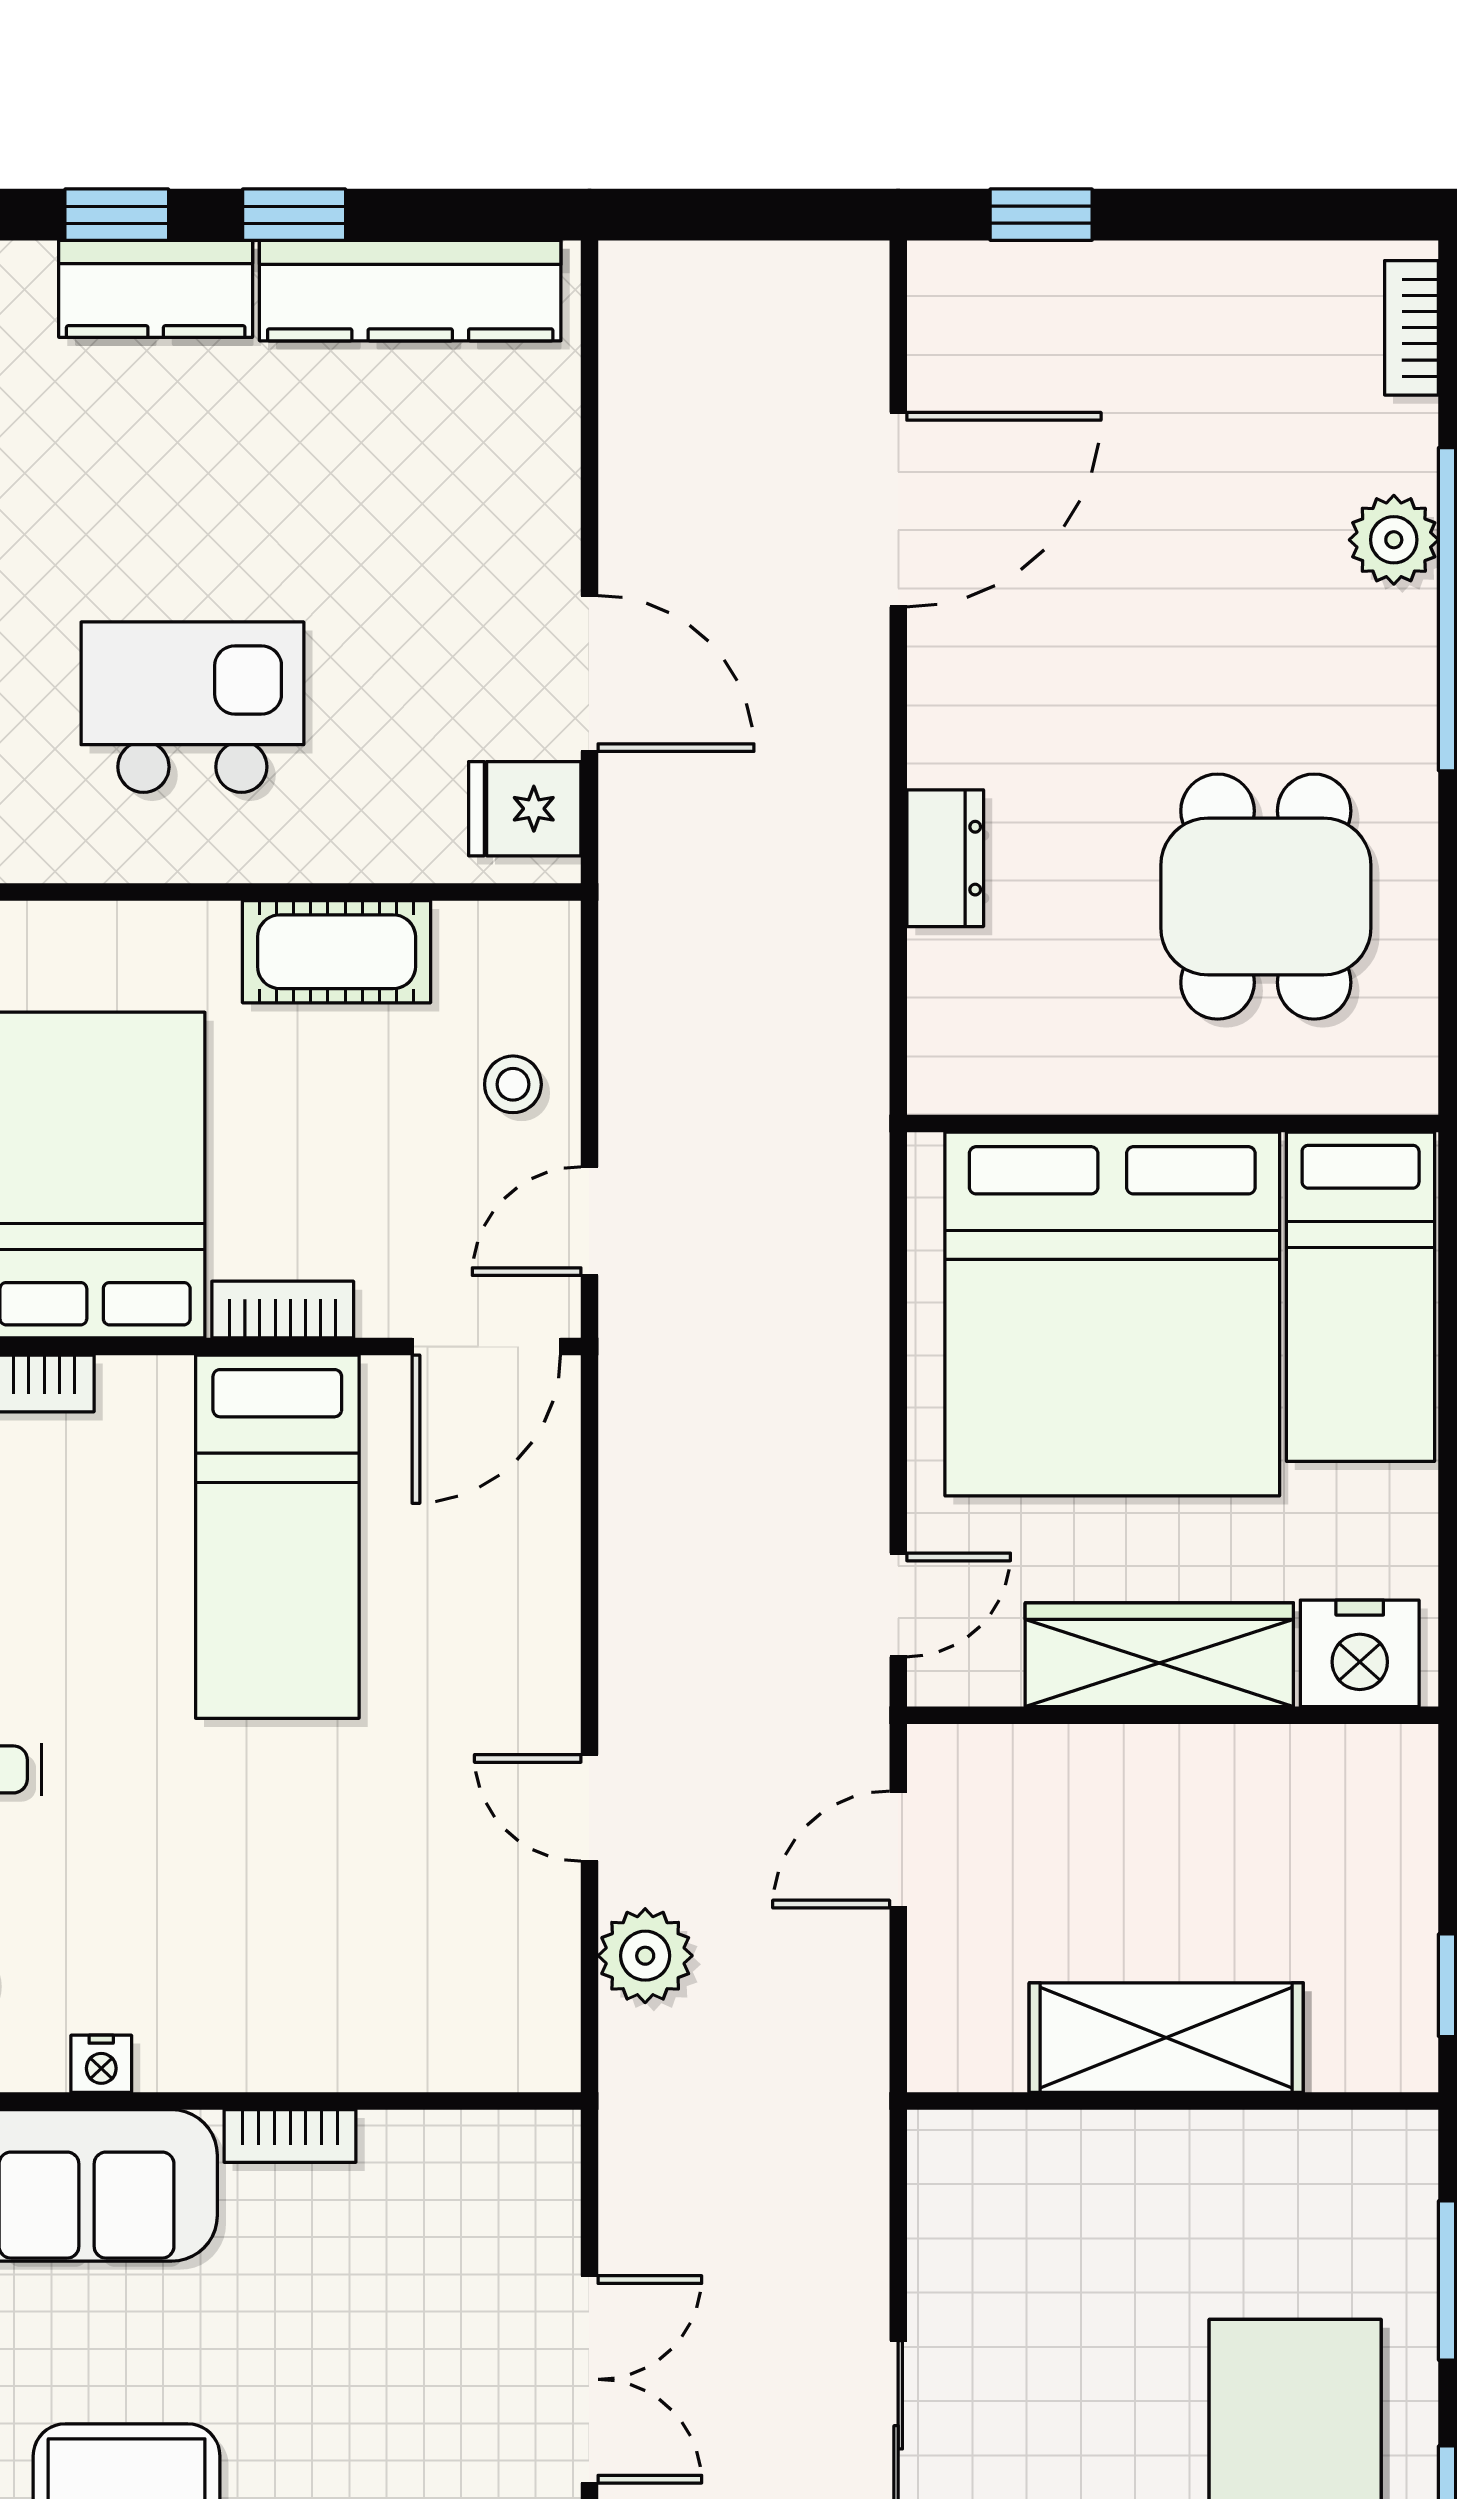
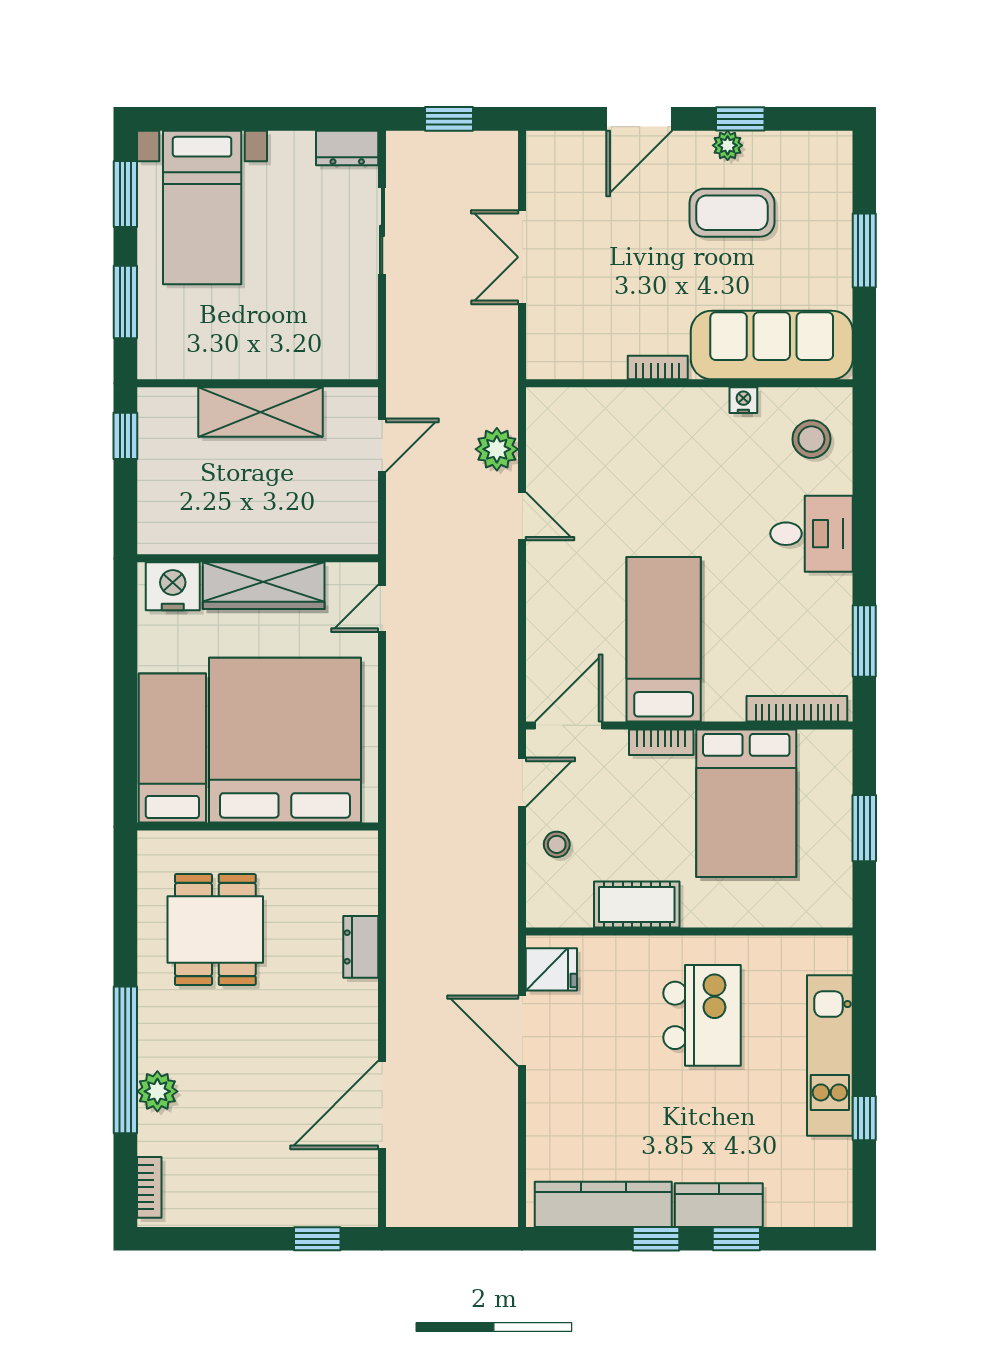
kitchen island: (192, 707) -> (702, 1015), turned -90
door: (898, 1849) -> (382, 445), moved

